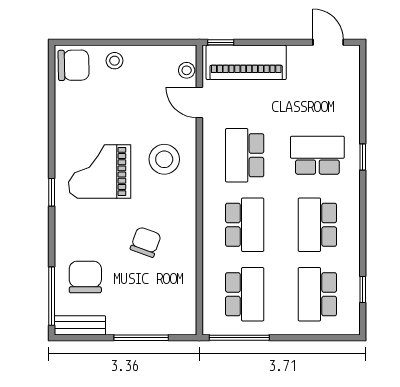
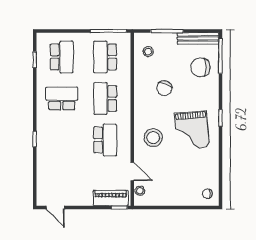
stool: (115, 61) -> (148, 52), moved
piano: (246, 62) -> (111, 198), width x0.73, depth x0.75
chair: (74, 65) -> (207, 194), width x0.54, depth x0.54
school desk: (317, 155) -> (62, 140), removed
grand piano: (100, 171) -> (192, 130), turned 85
school desk: (317, 225) -> (62, 98), turned -90
chair: (85, 277) -> (200, 67), turned 90
bench: (80, 325) -> (198, 38), width x1.36

